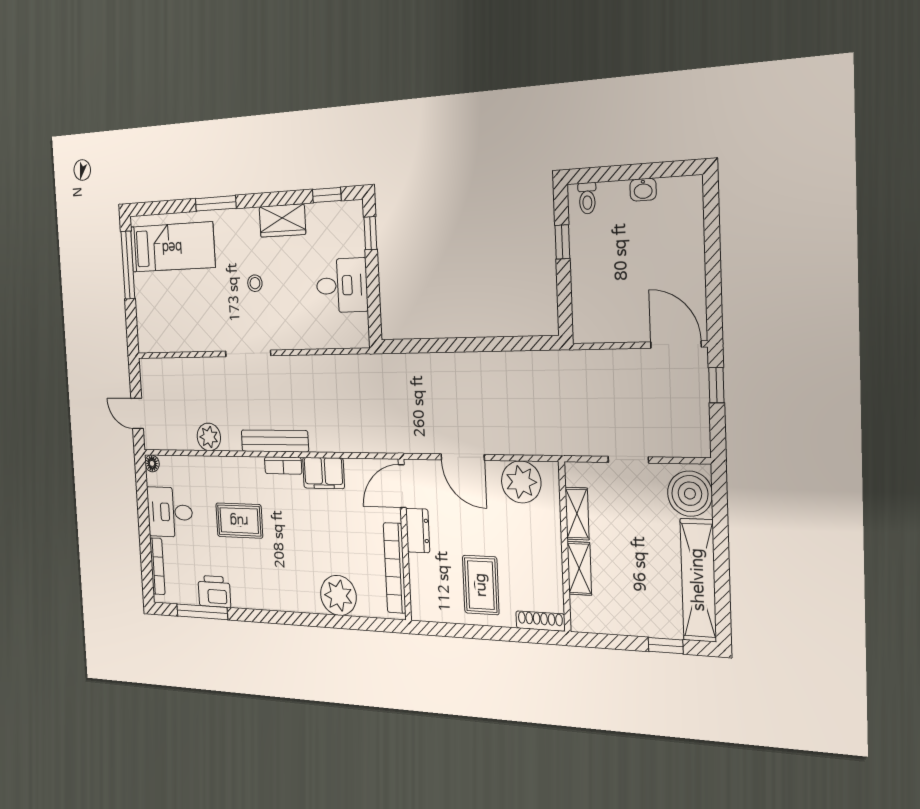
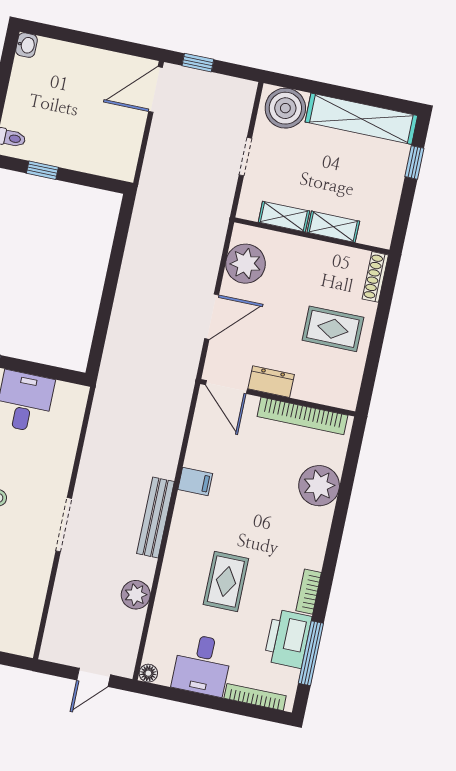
washbasin: (643, 190) -> (26, 45), moved
bookcase: (283, 465) -> (309, 592), moved, turned 180
filing cabinet: (323, 473) -> (195, 482), width x0.50
printer: (214, 591) -> (288, 639), width x1.37, depth x1.19

